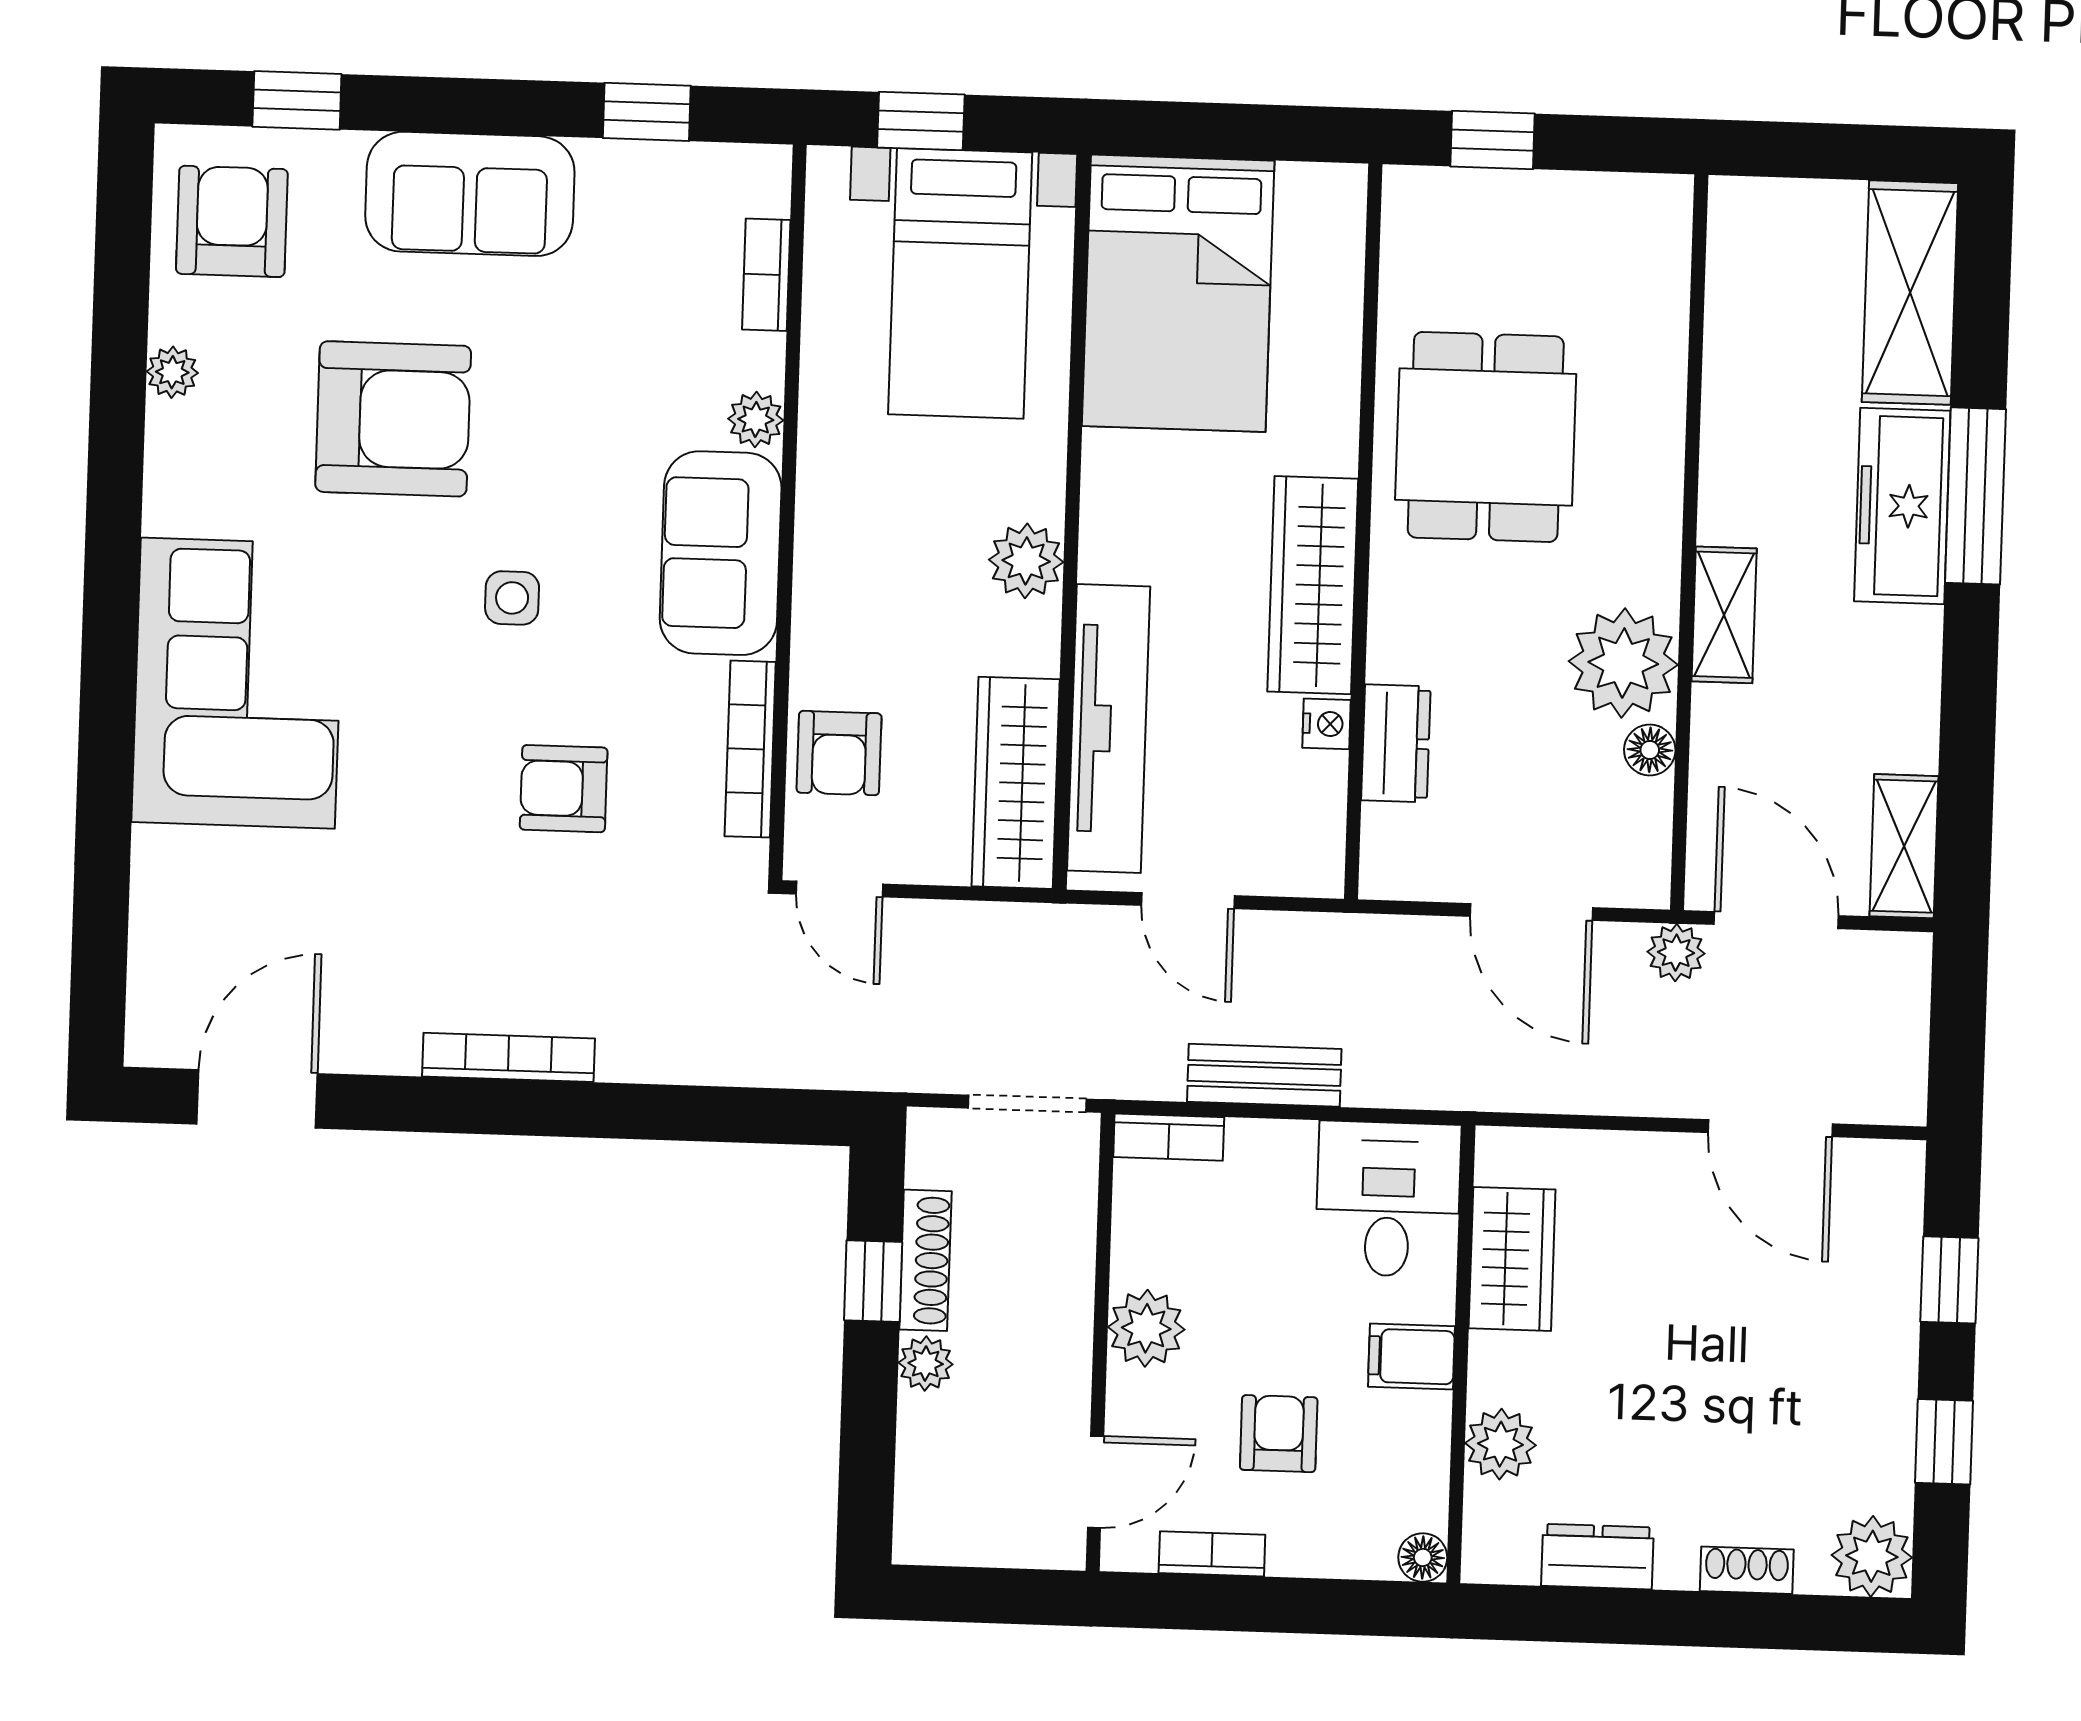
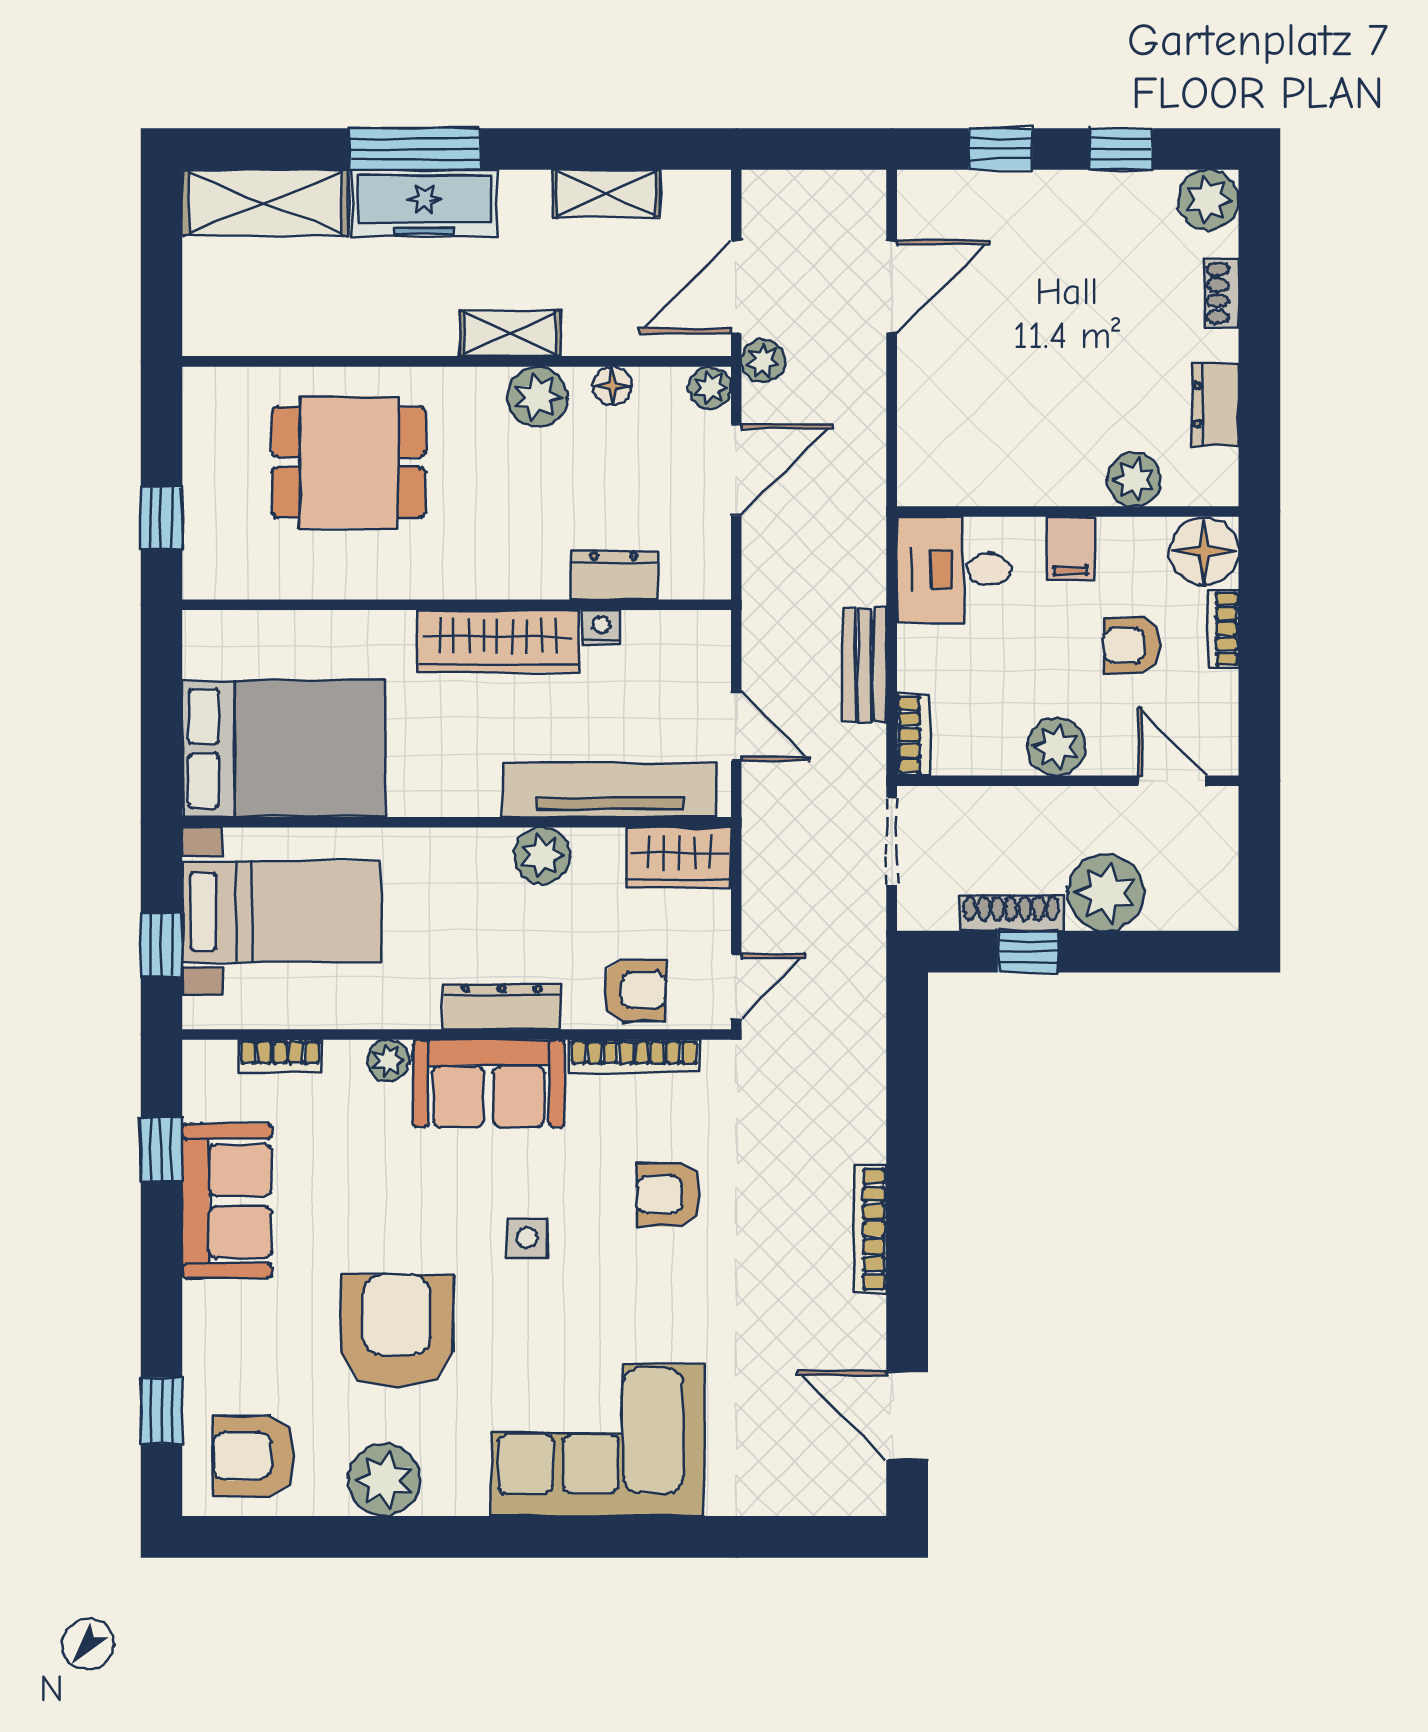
sofa: (470, 194) -> (227, 1201), moved
plant: (172, 372) -> (384, 1480), width x1.88, depth x1.88
dining table: (1486, 437) -> (349, 462), moved
plant: (1026, 561) -> (542, 855), moved
dresser: (823, 574) -> (502, 1006), added
plant: (1623, 663) -> (537, 397), width x0.73, depth x0.73
wardrobe: (1016, 783) -> (679, 858), width x0.67
armchair: (564, 789) -> (668, 1195), turned 90
shelving: (1904, 846) -> (606, 194), moved
plant: (1643, 880) -> (710, 388), added
door: (1188, 901) -> (736, 726), hinge flipped
wardrobe: (1512, 1259) -> (995, 476), removed
plant: (926, 1364) -> (1106, 893), width x1.88, depth x1.88
bookcase: (1212, 1554) -> (1223, 629), moved
floor lamp: (1423, 1557) -> (1204, 551), width x1.89, depth x1.89

